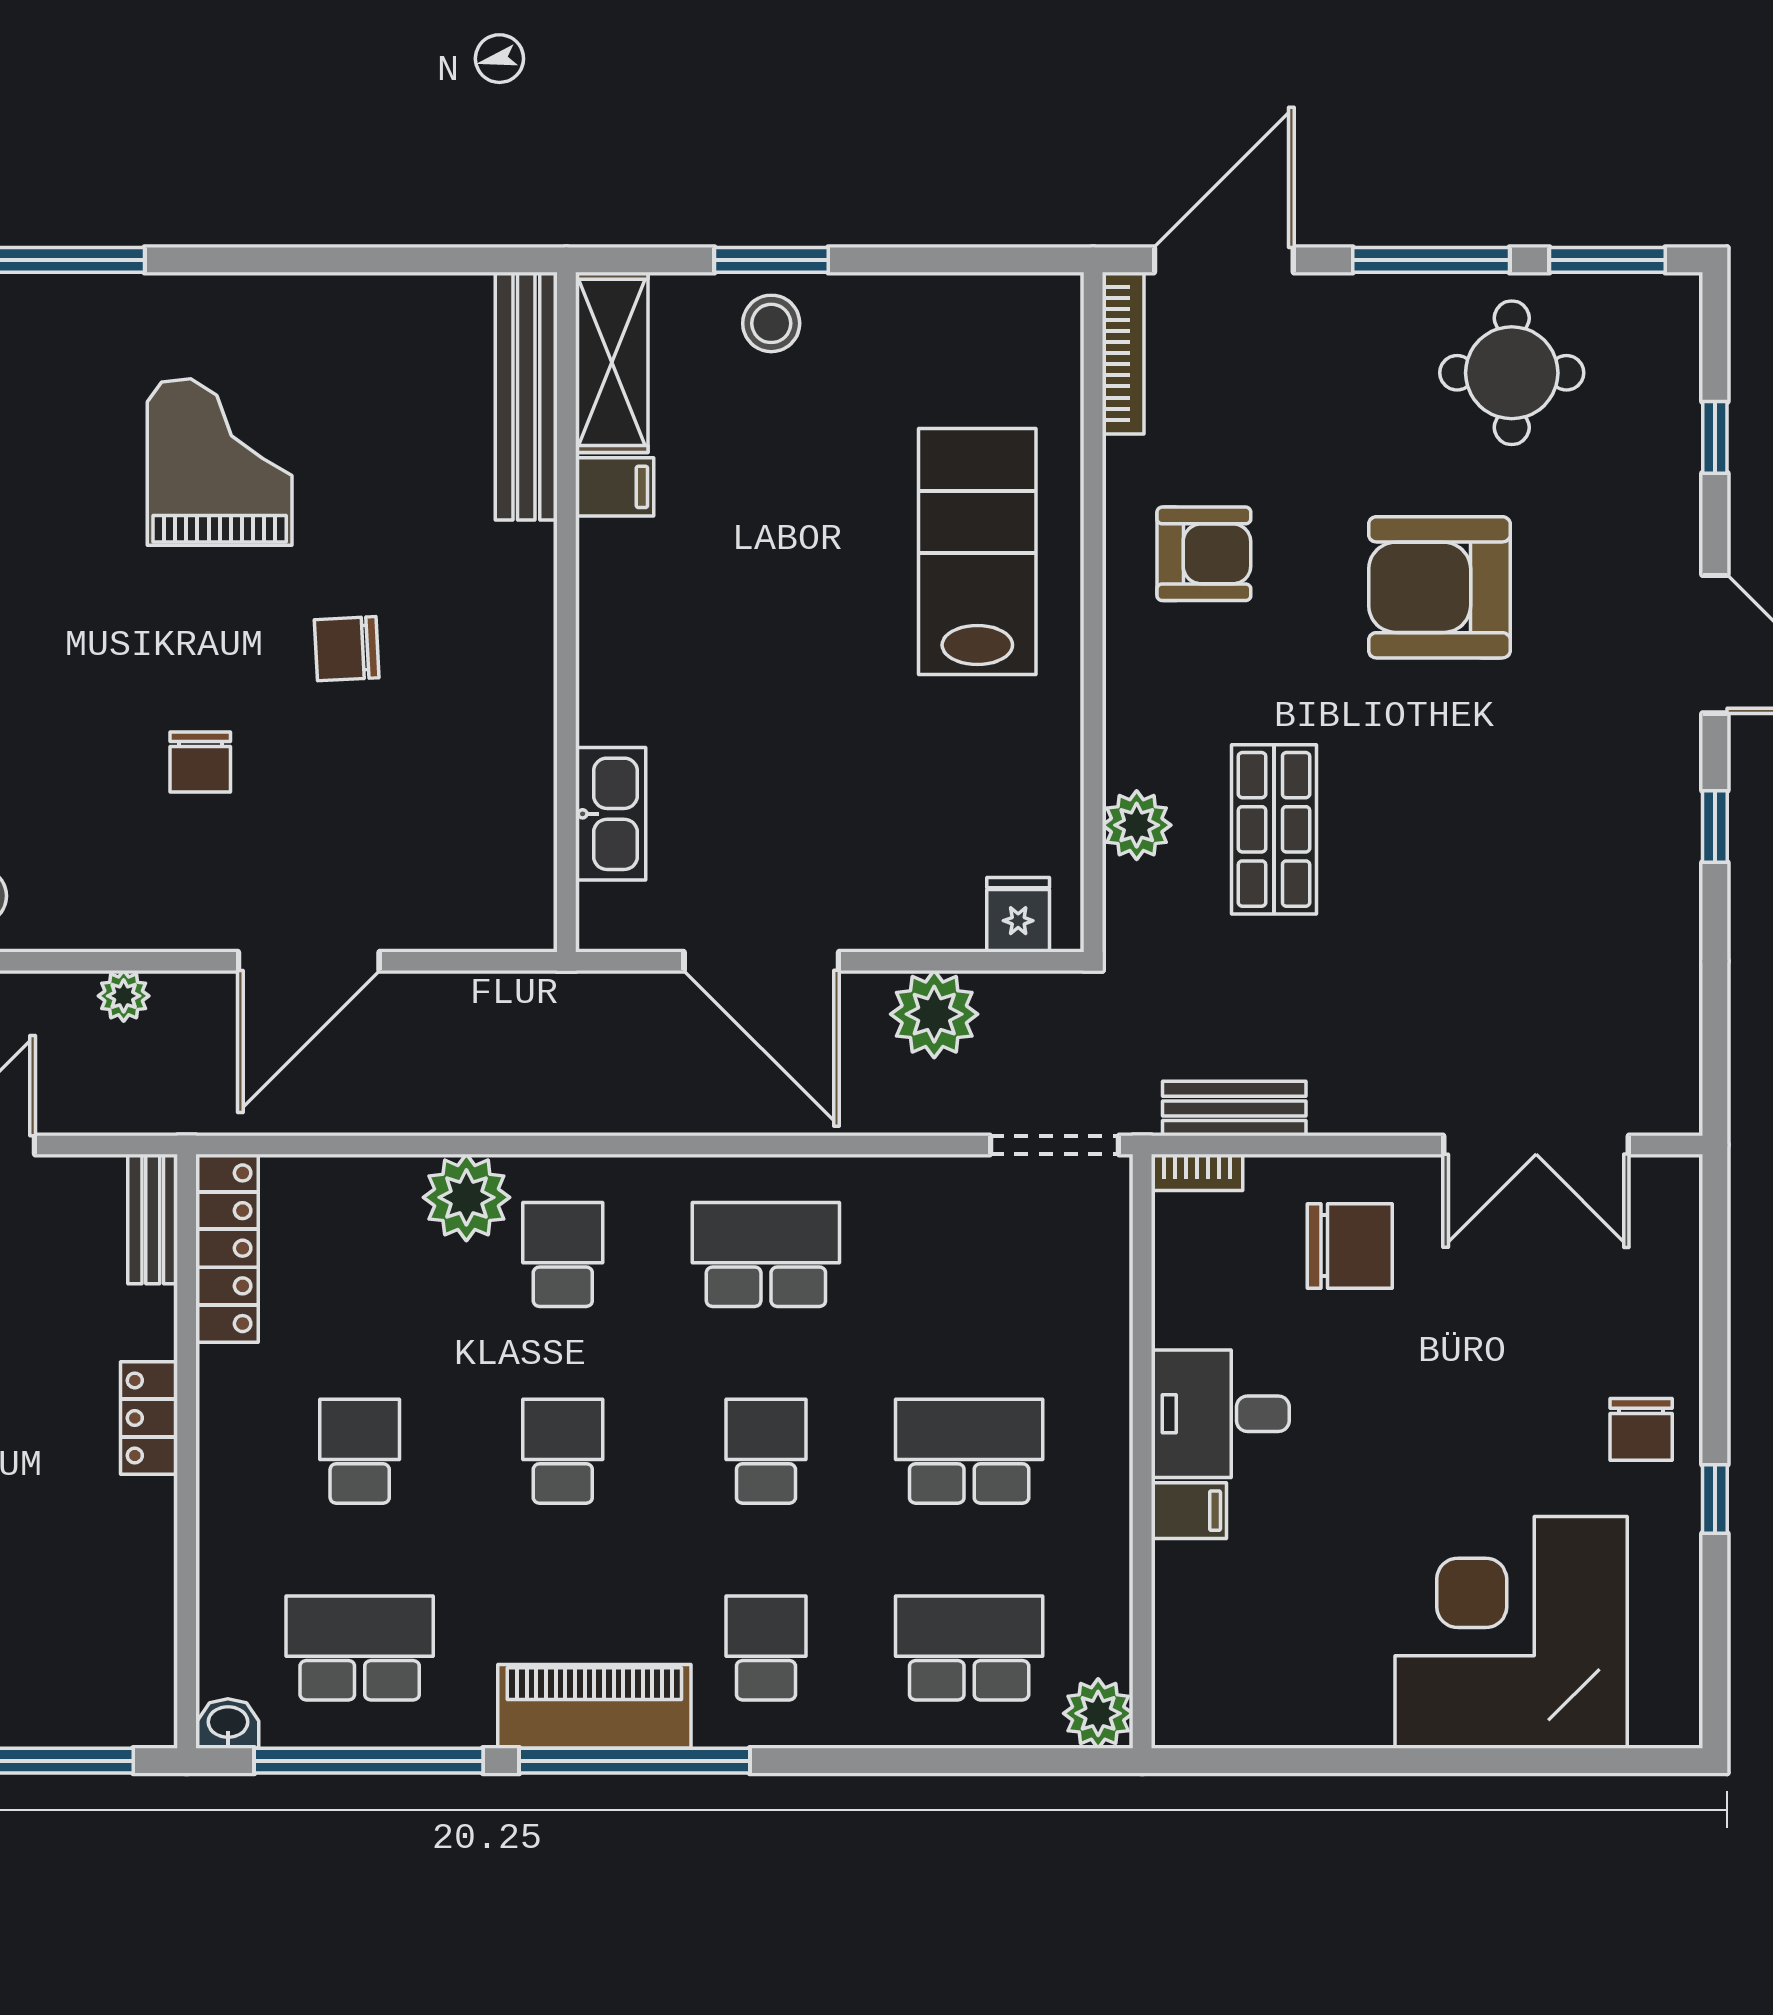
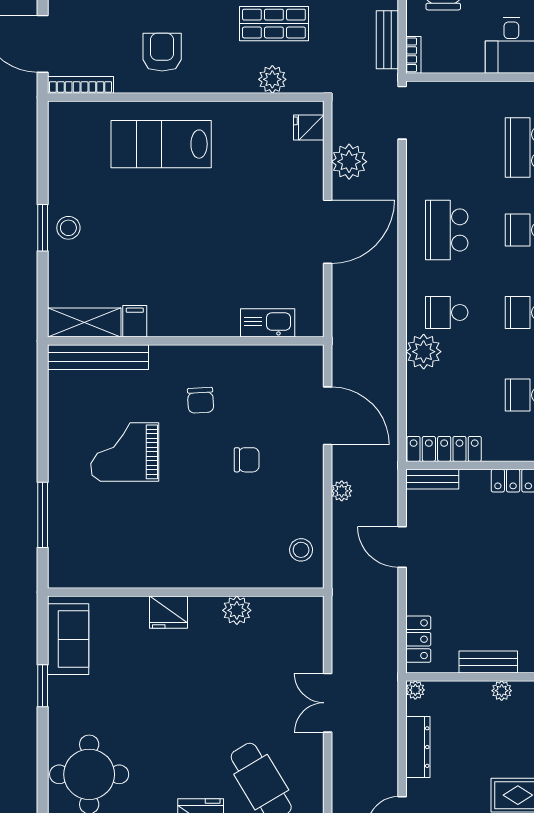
shelving: (612, 362) -> (84, 322), moved
bench: (526, 396) -> (98, 357), moved
filing cabinet: (615, 487) -> (135, 321), moved
wall: (566, 612) -> (186, 341), moved
kitchen sink: (611, 814) -> (268, 323), moved

